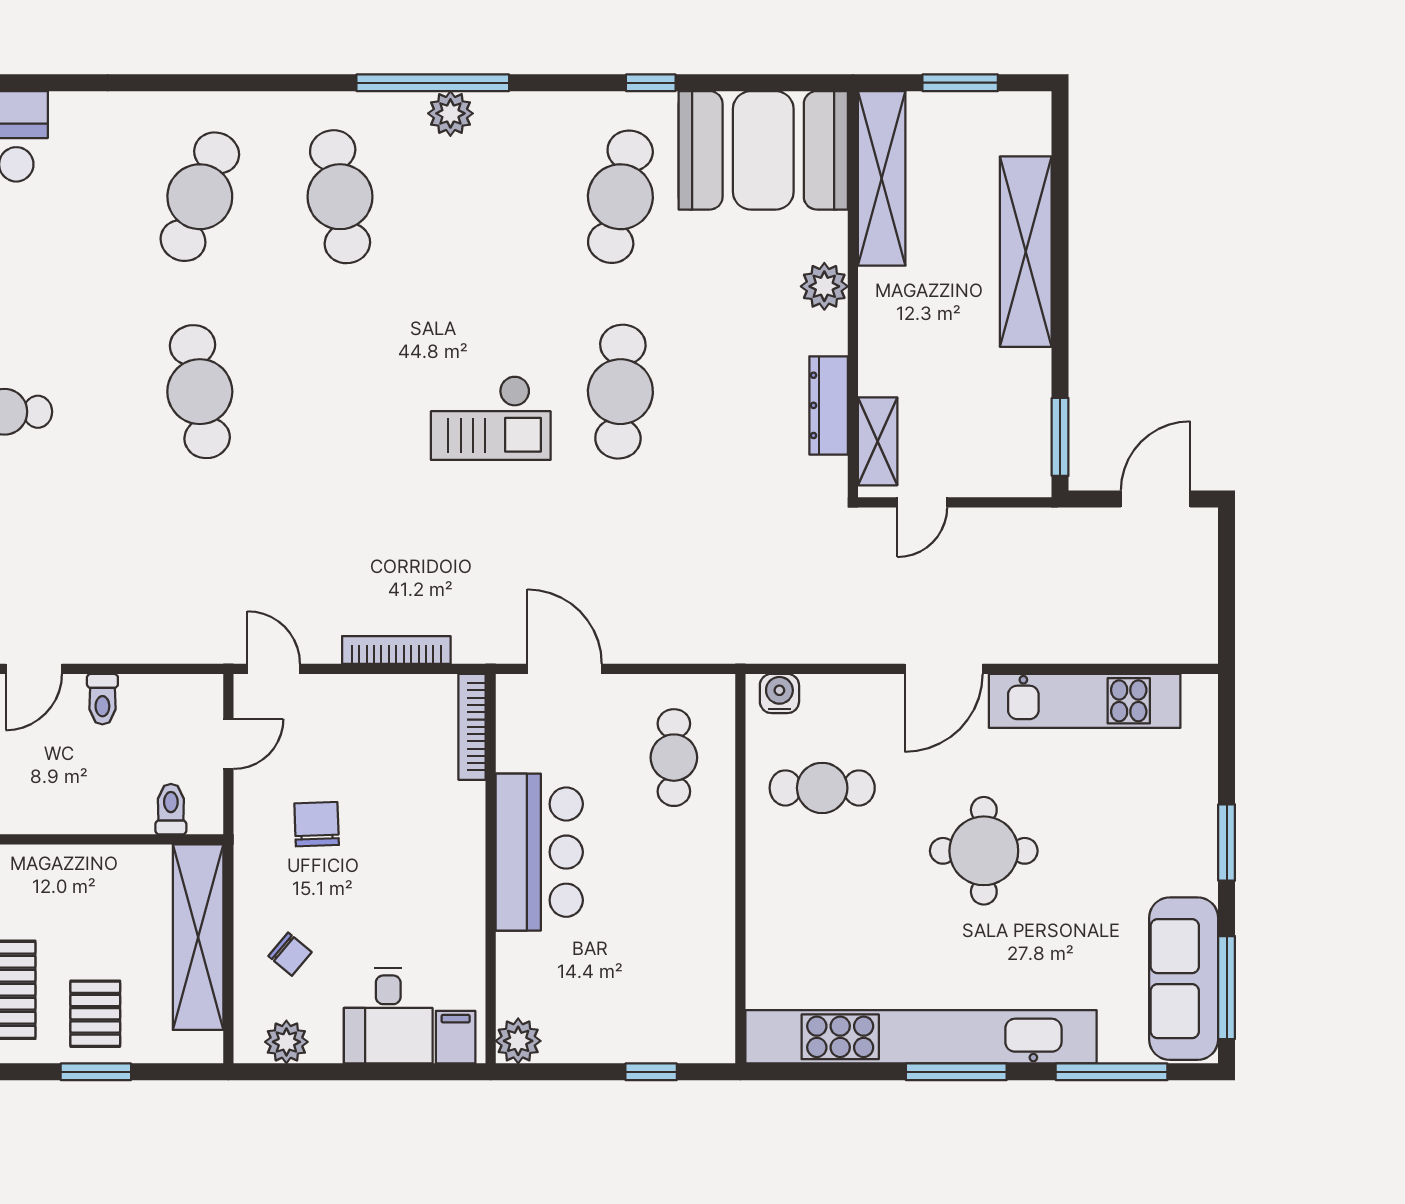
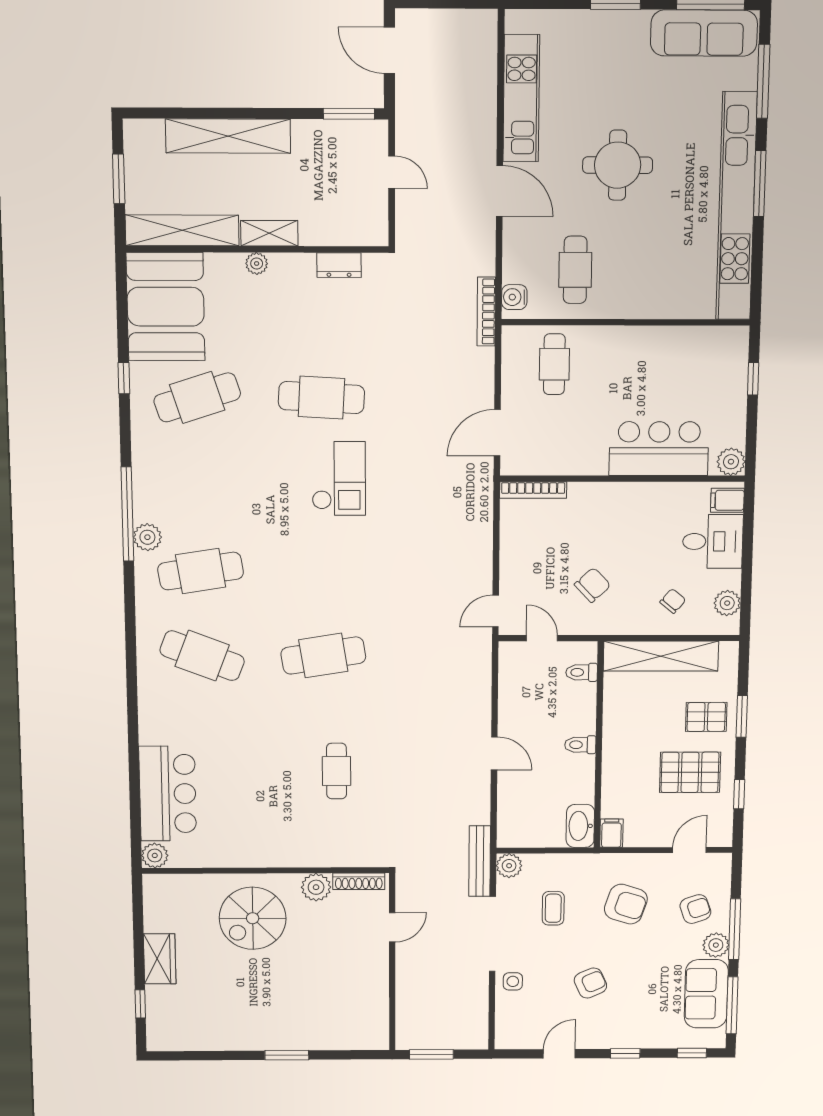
plant: (450, 113) -> (147, 537), moved
cafe table: (620, 197) -> (197, 397), turned -30
plant: (824, 286) -> (257, 264), width x0.73, depth x0.73
dresser: (829, 405) -> (339, 265), width x0.70
shelving: (878, 441) -> (269, 233), moved
door: (922, 502) -> (392, 172), moved
bookcase: (396, 650) -> (486, 312), moved
toilet: (102, 699) -> (580, 745), moved, turned 180
cafe table: (674, 758) -> (554, 364), turned 90
chair: (317, 824) -> (592, 585), turned 139
bar counter: (539, 852) -> (659, 449), moved

